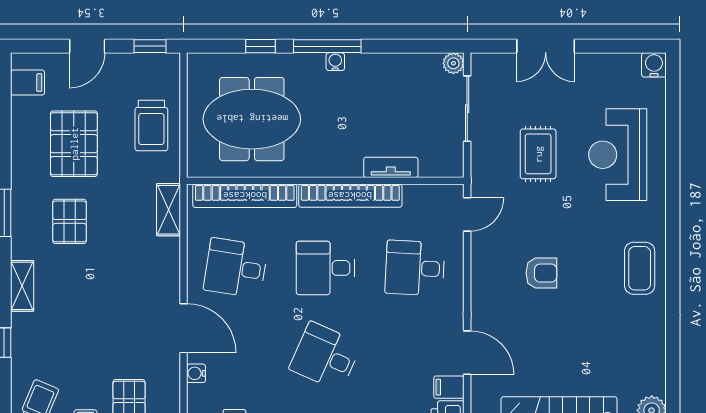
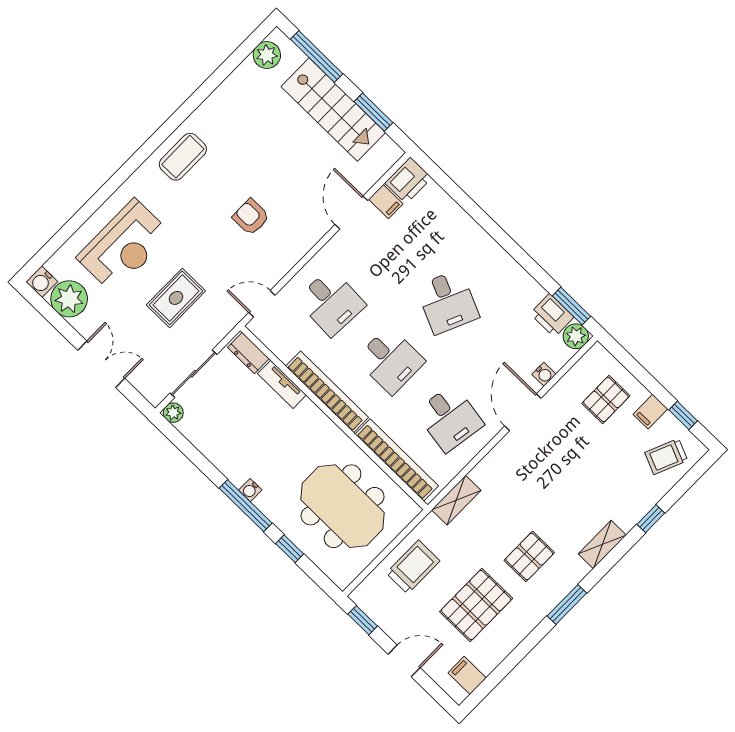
plant: (620, 72) -> (69, 299), added
dresser: (440, 166) -> (248, 353), added

